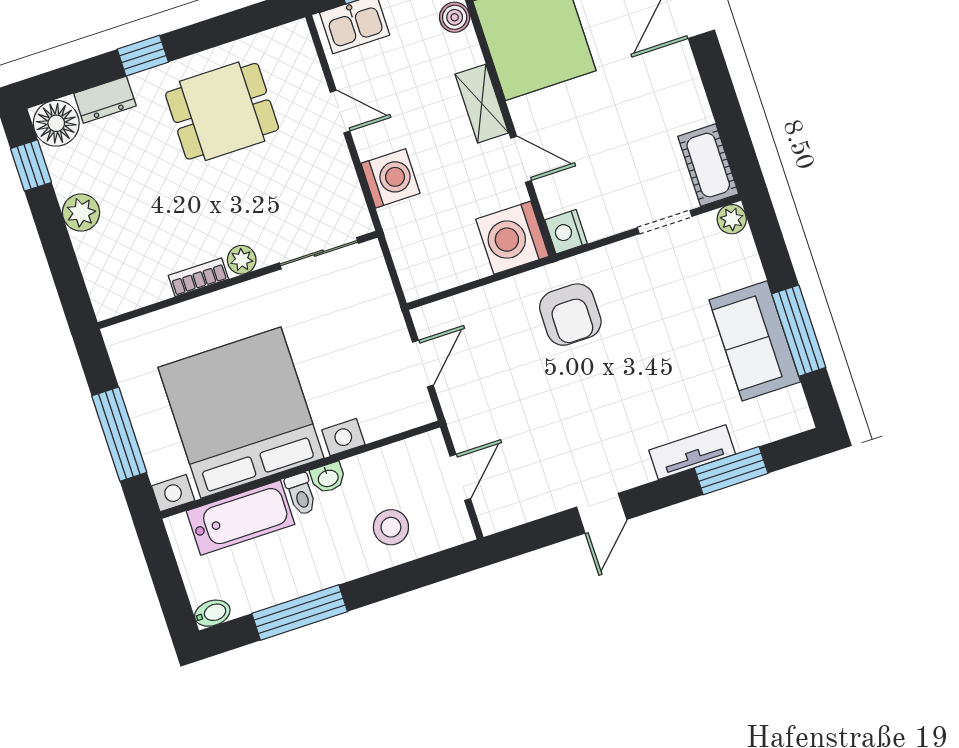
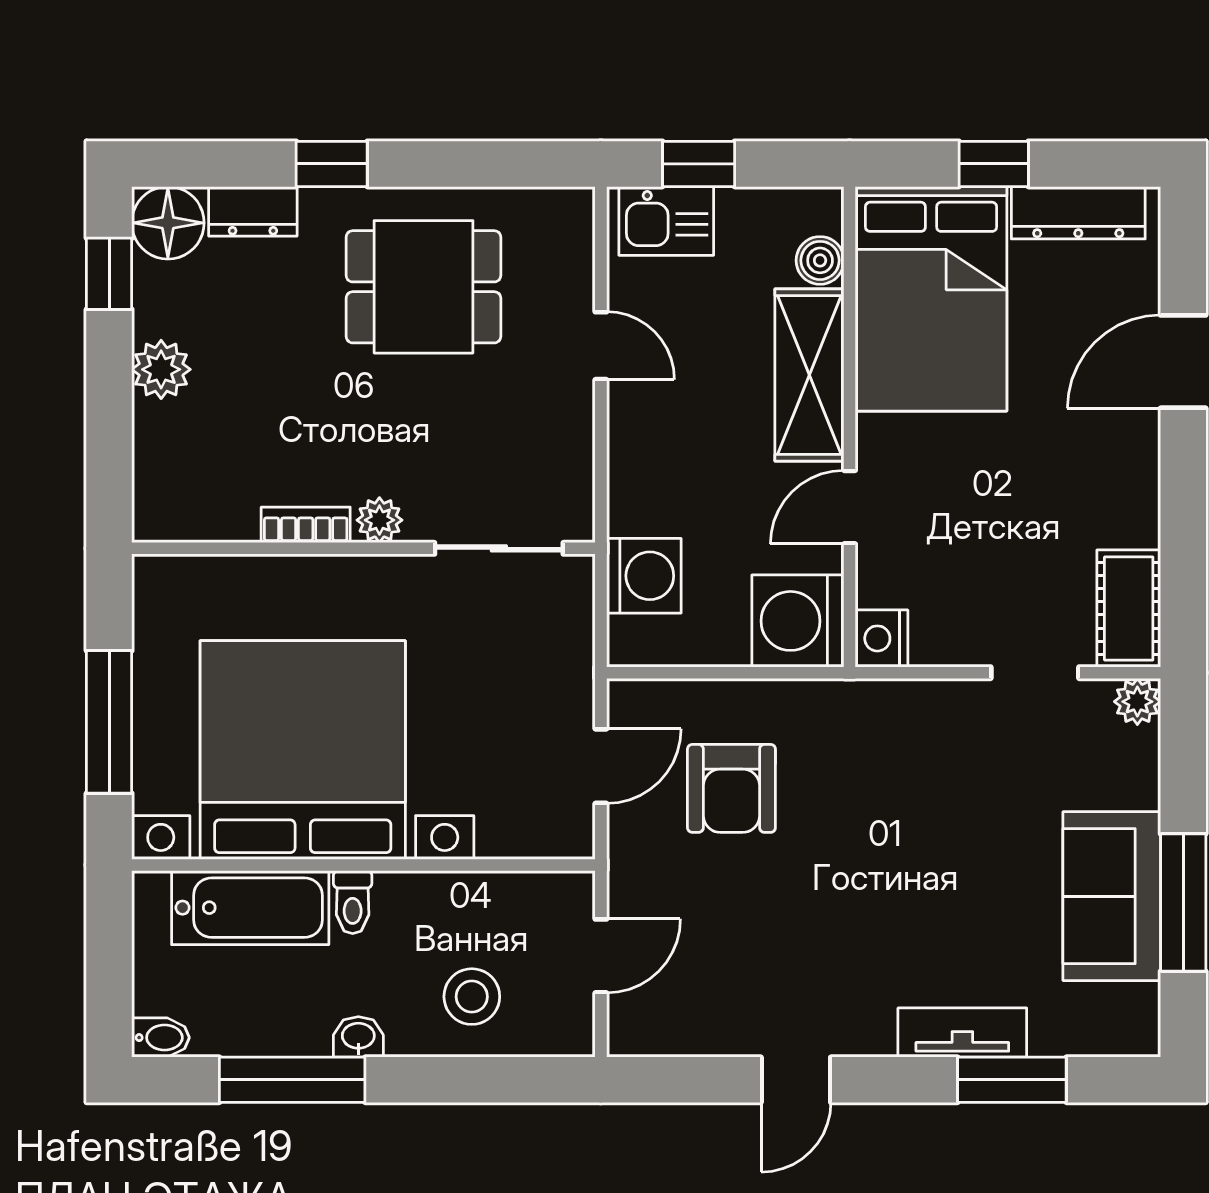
shelving: (482, 104) -> (809, 375), width x1.50, depth x1.33
door: (521, 159) -> (850, 507), swing flipped
washing machine: (391, 178) -> (644, 576), moved
armchair: (570, 315) -> (731, 788), moved
washbasin: (328, 478) -> (358, 1037), moved, turned 180

